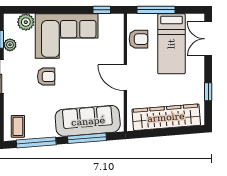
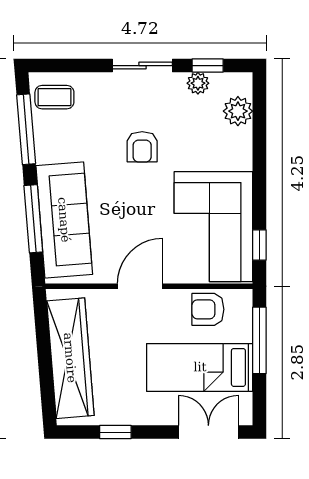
corner sofa: (67, 36) -> (213, 227), moved
armchair: (138, 39) -> (208, 309), turned 90

